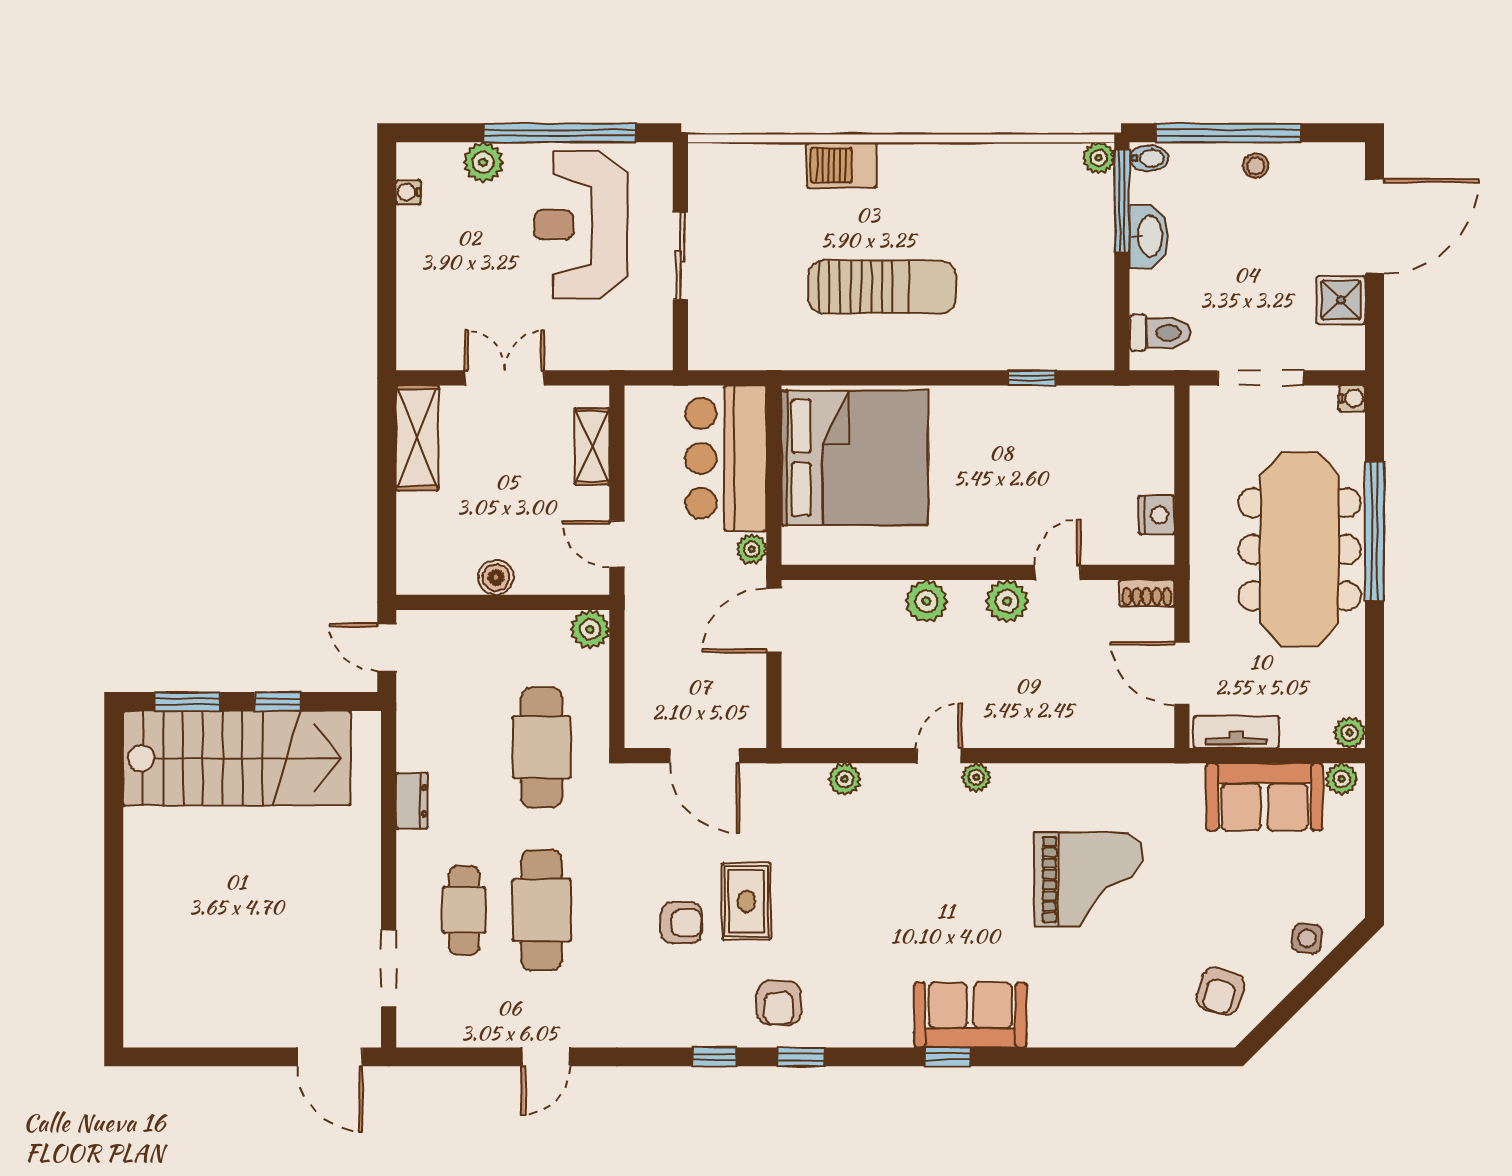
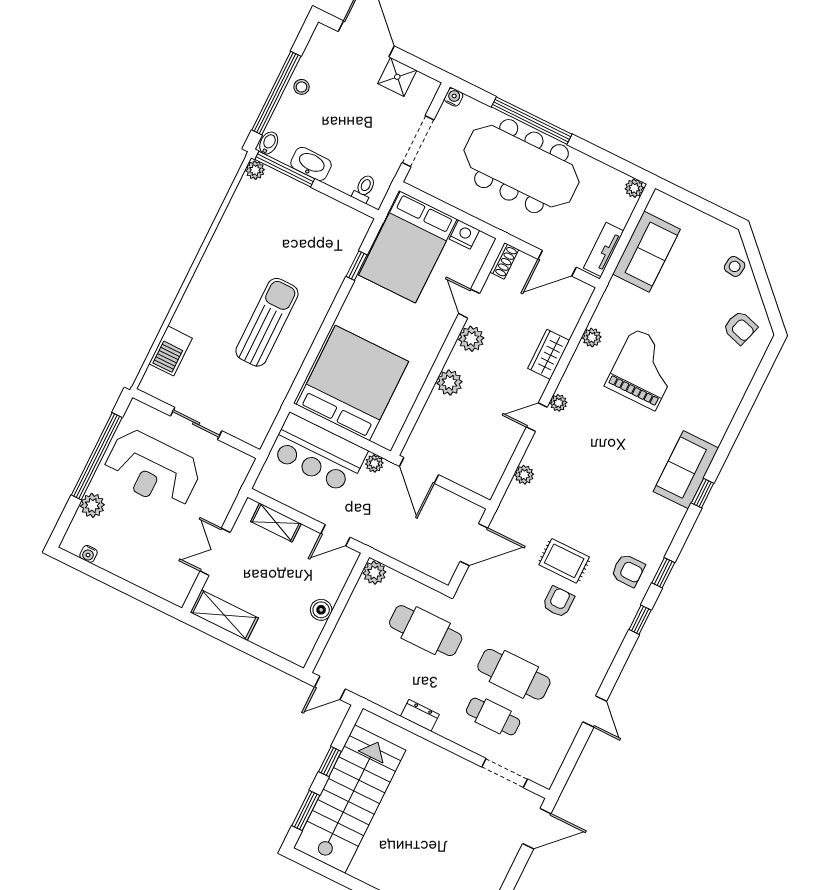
barbecue: (842, 165) -> (171, 351), moved
toilet: (1160, 333) -> (364, 188), width x0.73, depth x0.72
bed: (1097, 440) -> (408, 247), added
wardrobe: (1041, 727) -> (549, 354), added
door: (939, 756) -> (537, 417), hinge flipped
plant: (1342, 779) -> (592, 338), moved

